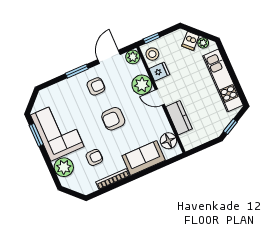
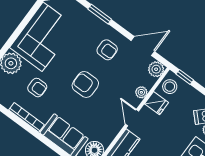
window: (77, 71) -> (100, 14), moved
plant: (142, 85) -> (141, 92), width x0.53, depth x0.53
window: (36, 135) -> (27, 19), removed

